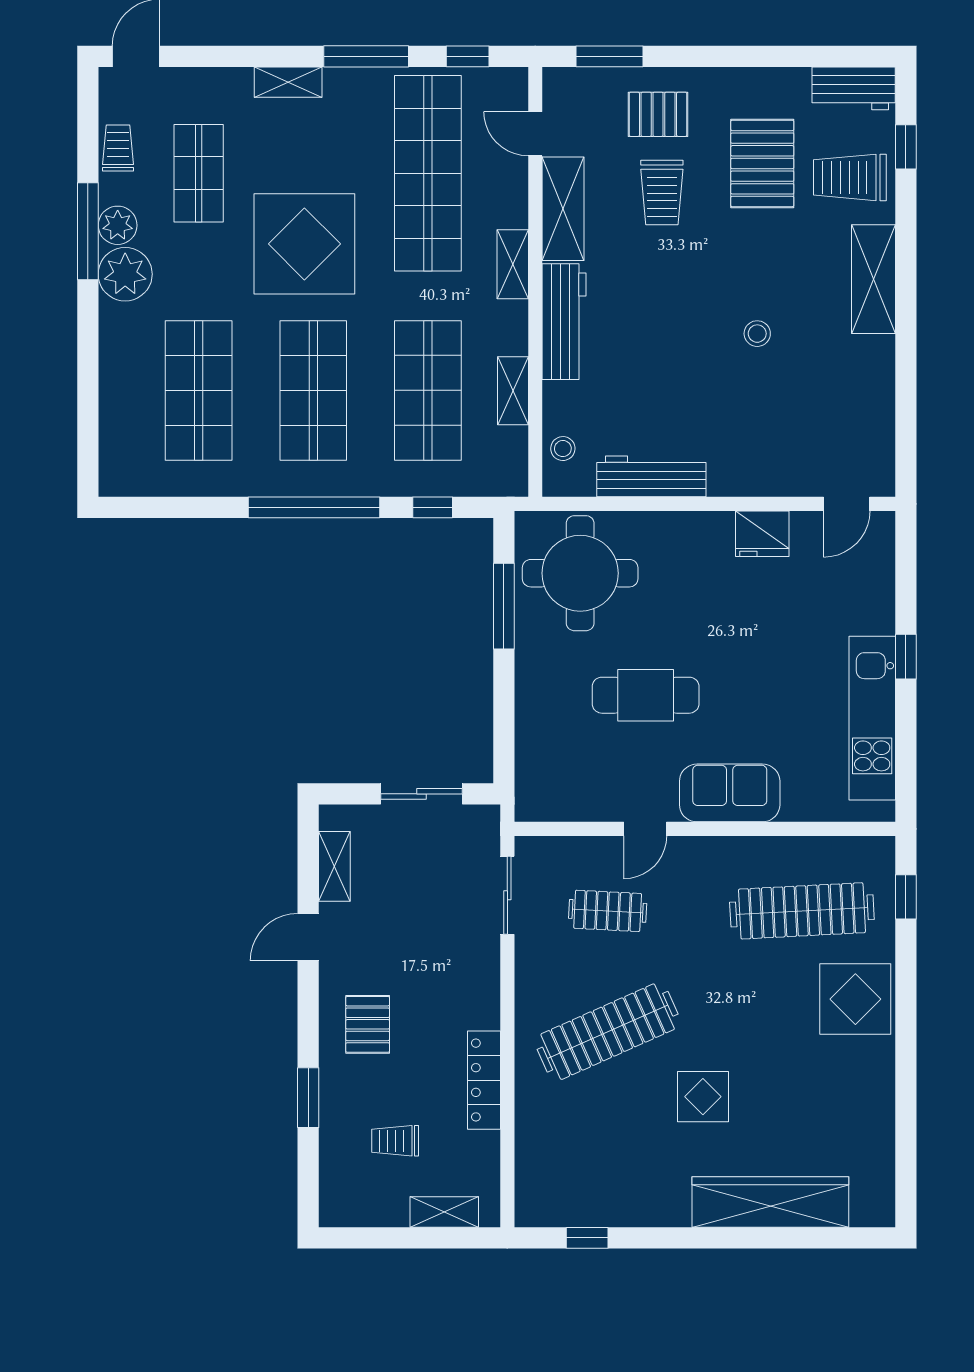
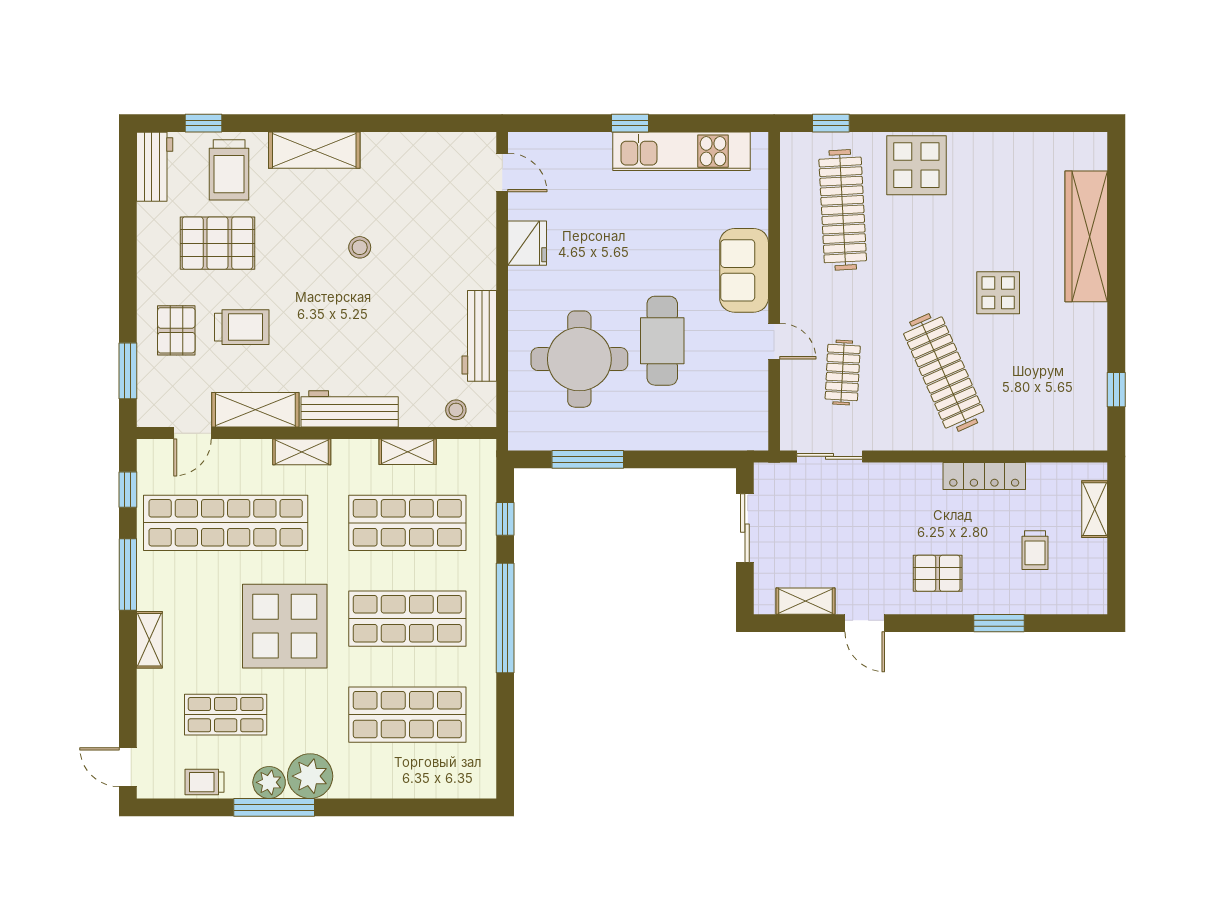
round table: (580, 573) -> (579, 359), moved

